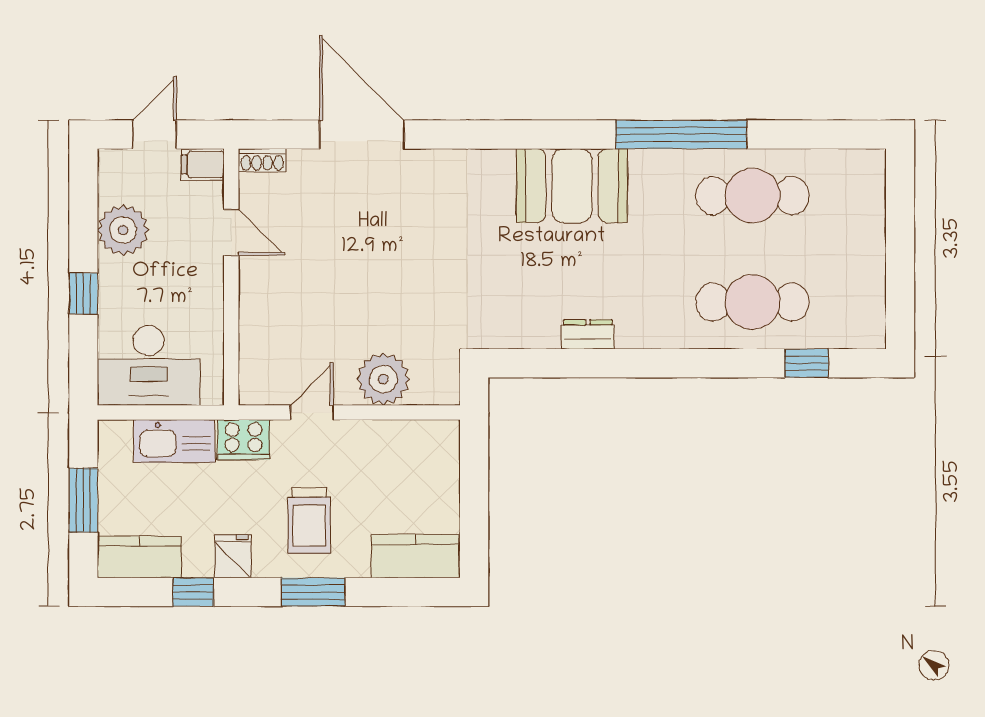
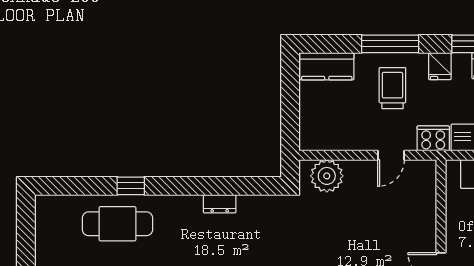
window: (807, 363) -> (131, 186), moved
plant: (383, 379) -> (327, 176), moved
window: (313, 592) -> (390, 44), width x1.44

